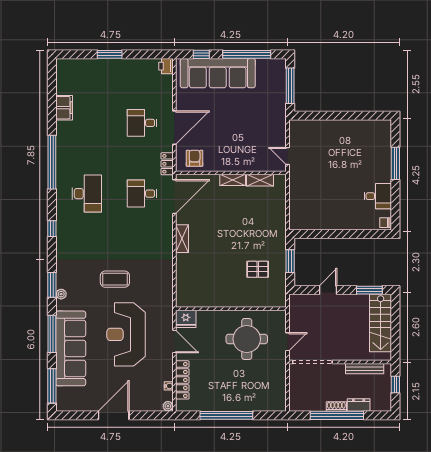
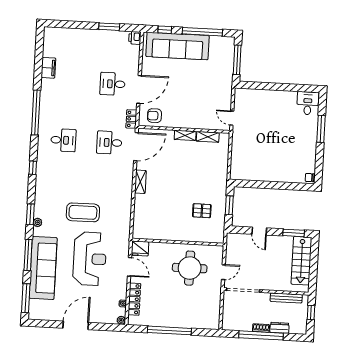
window: (110, 54) -> (109, 27), moved
armchair: (195, 158) -> (154, 116), turned -90
desk: (87, 194) -> (63, 140), width x0.73
desk: (378, 196) -> (308, 103), moved, turned -90
coffee table: (115, 279) -> (83, 212), width x1.36, depth x1.32
door: (328, 290) -> (259, 231), swing flipped
reception desk: (126, 334) -> (90, 259), turned 180

